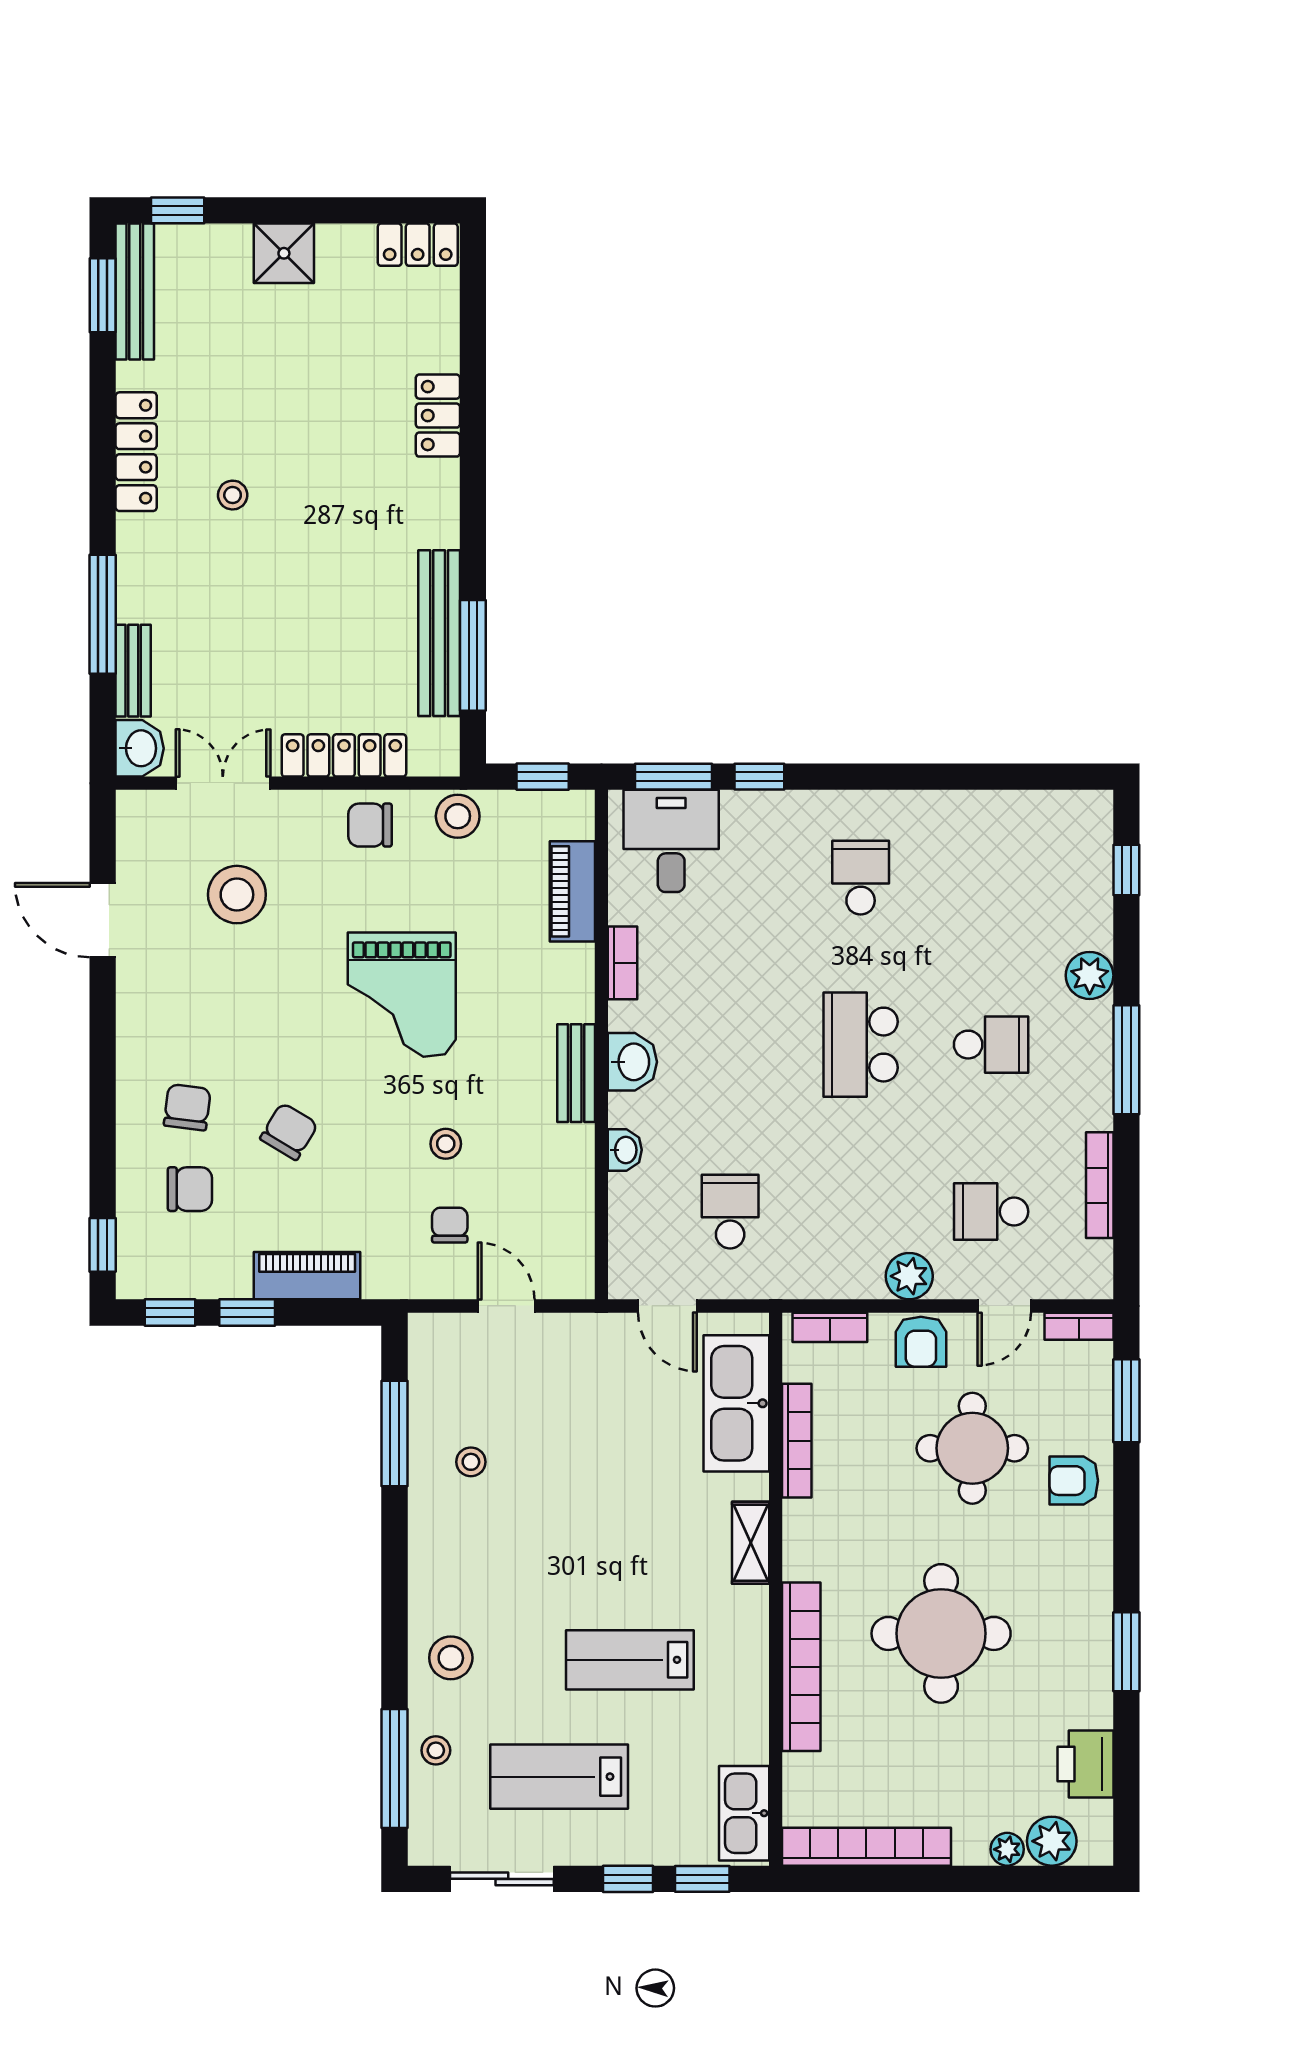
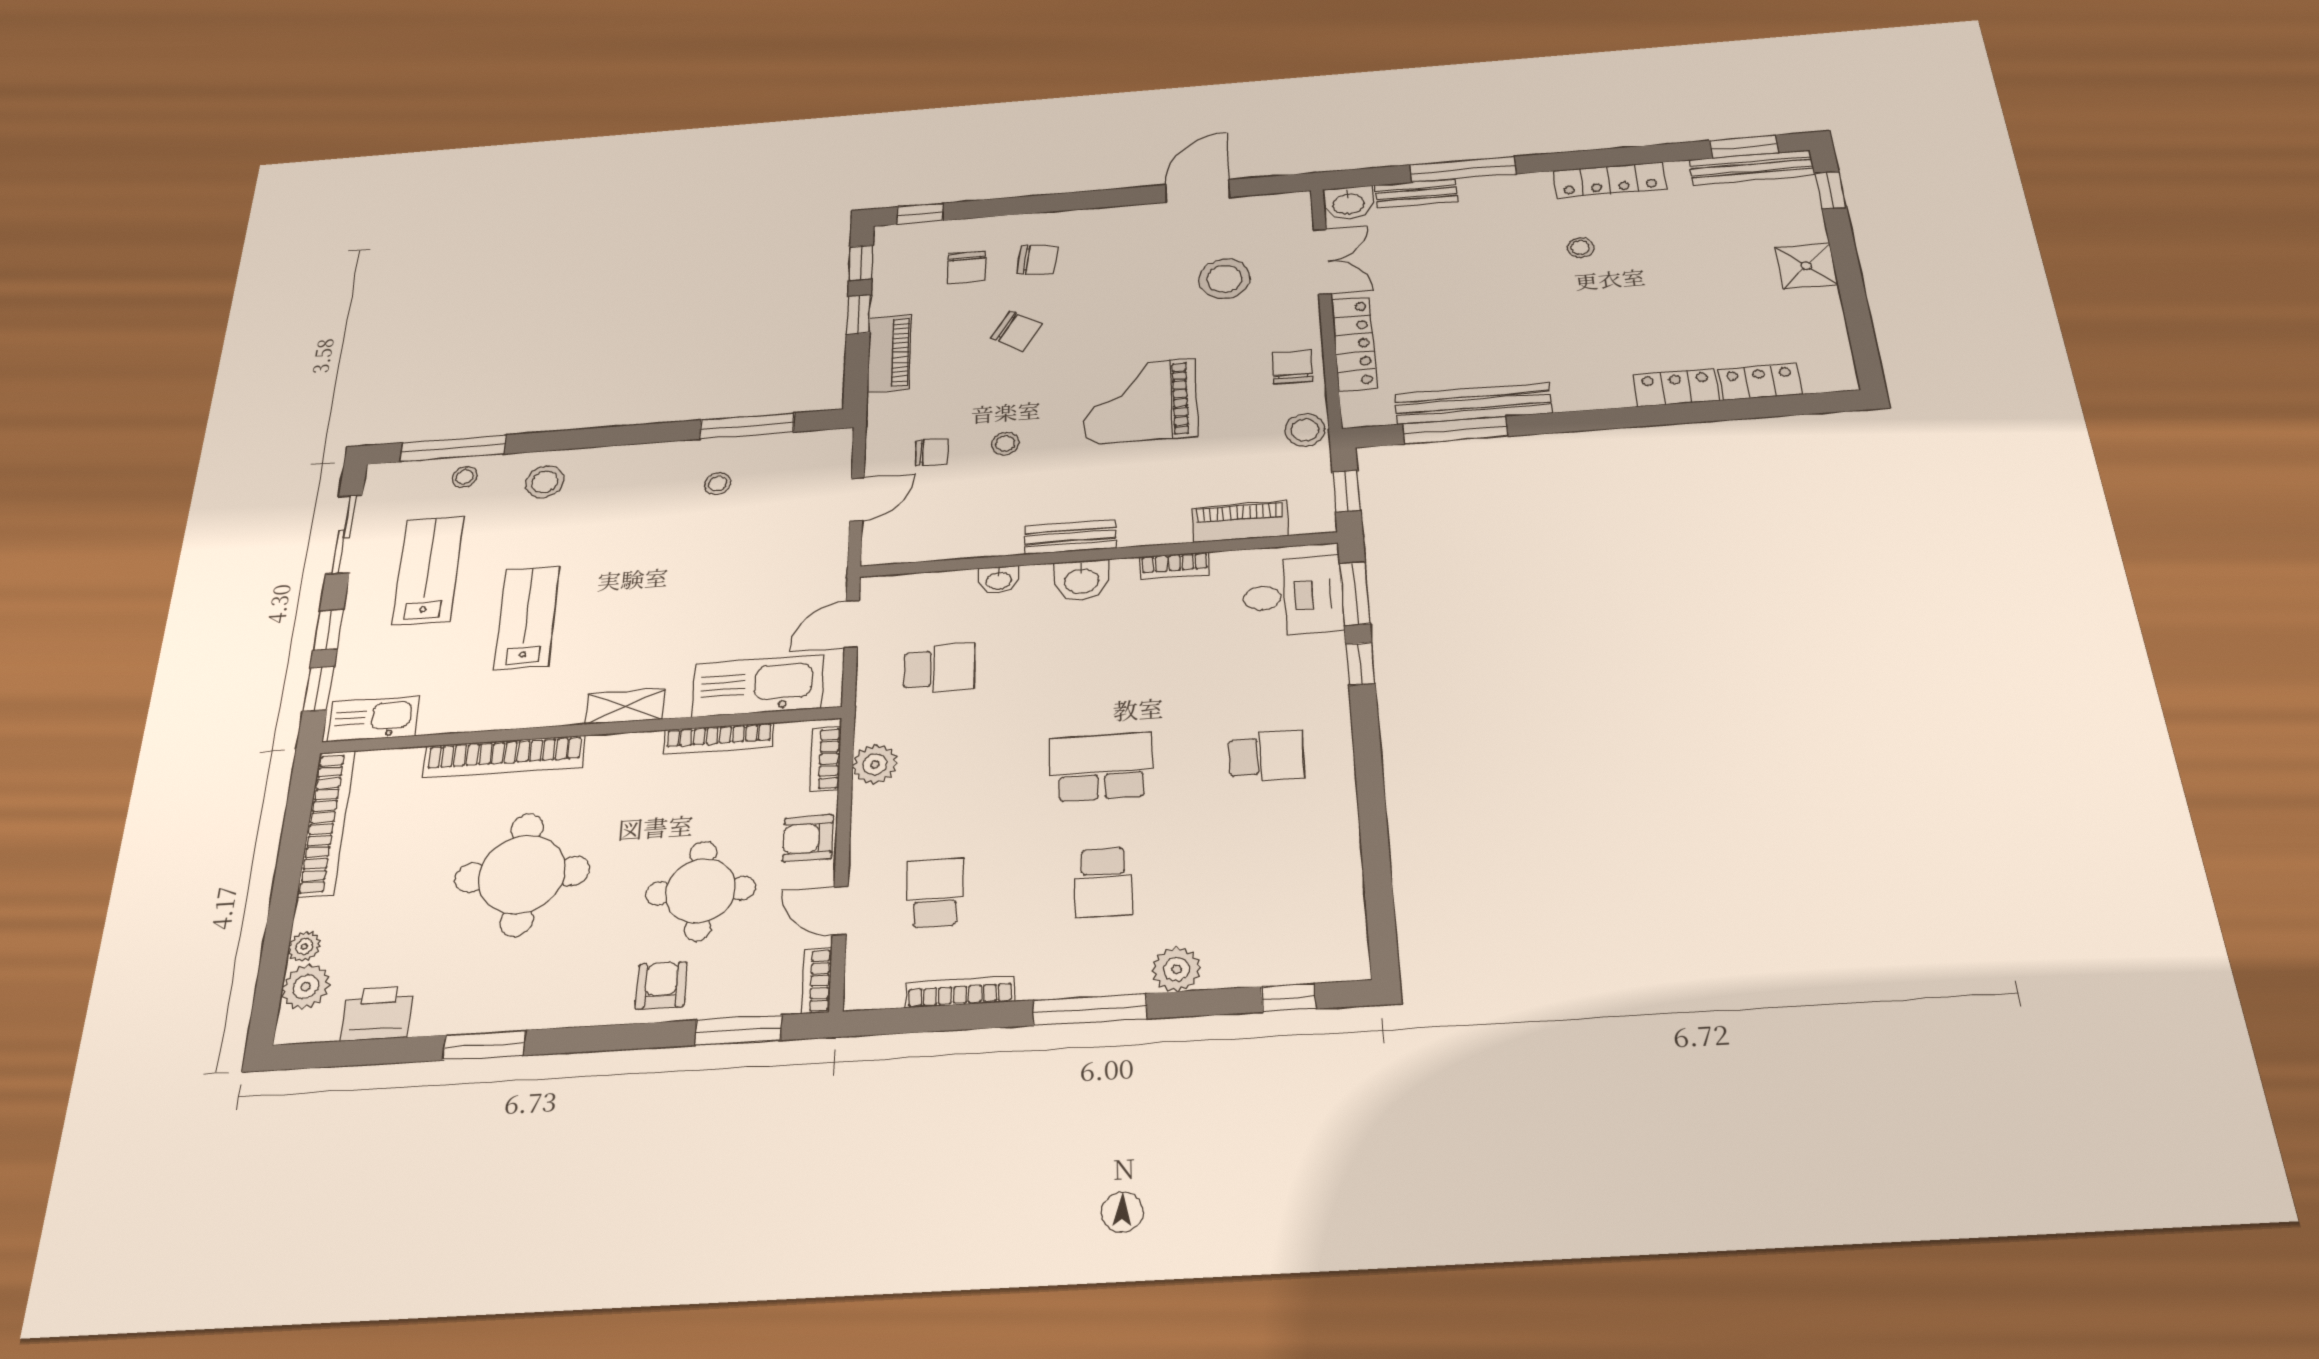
locker: (418, 245) -> (1760, 382), moved, turned 90
plant: (909, 1276) -> (875, 764), moved

